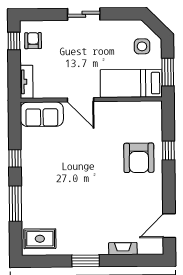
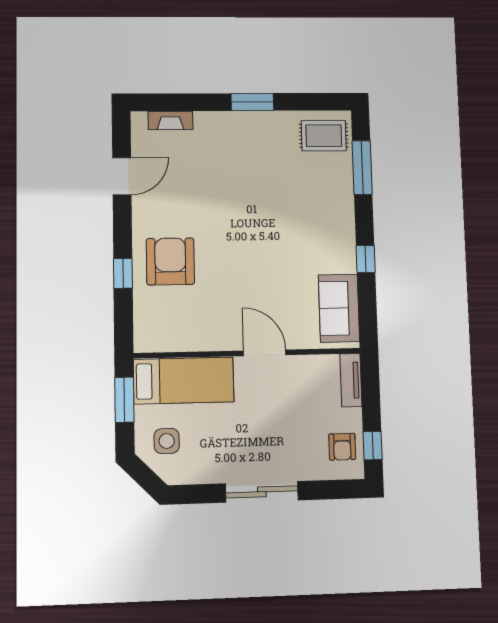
sliding door: (84, 14) -> (262, 492), width x1.37
sofa: (42, 114) -> (339, 308), moved, turned -90
window: (15, 204) -> (362, 168), moved
door: (169, 226) -> (122, 176), moved
fireplace: (123, 249) -> (170, 120), moved

